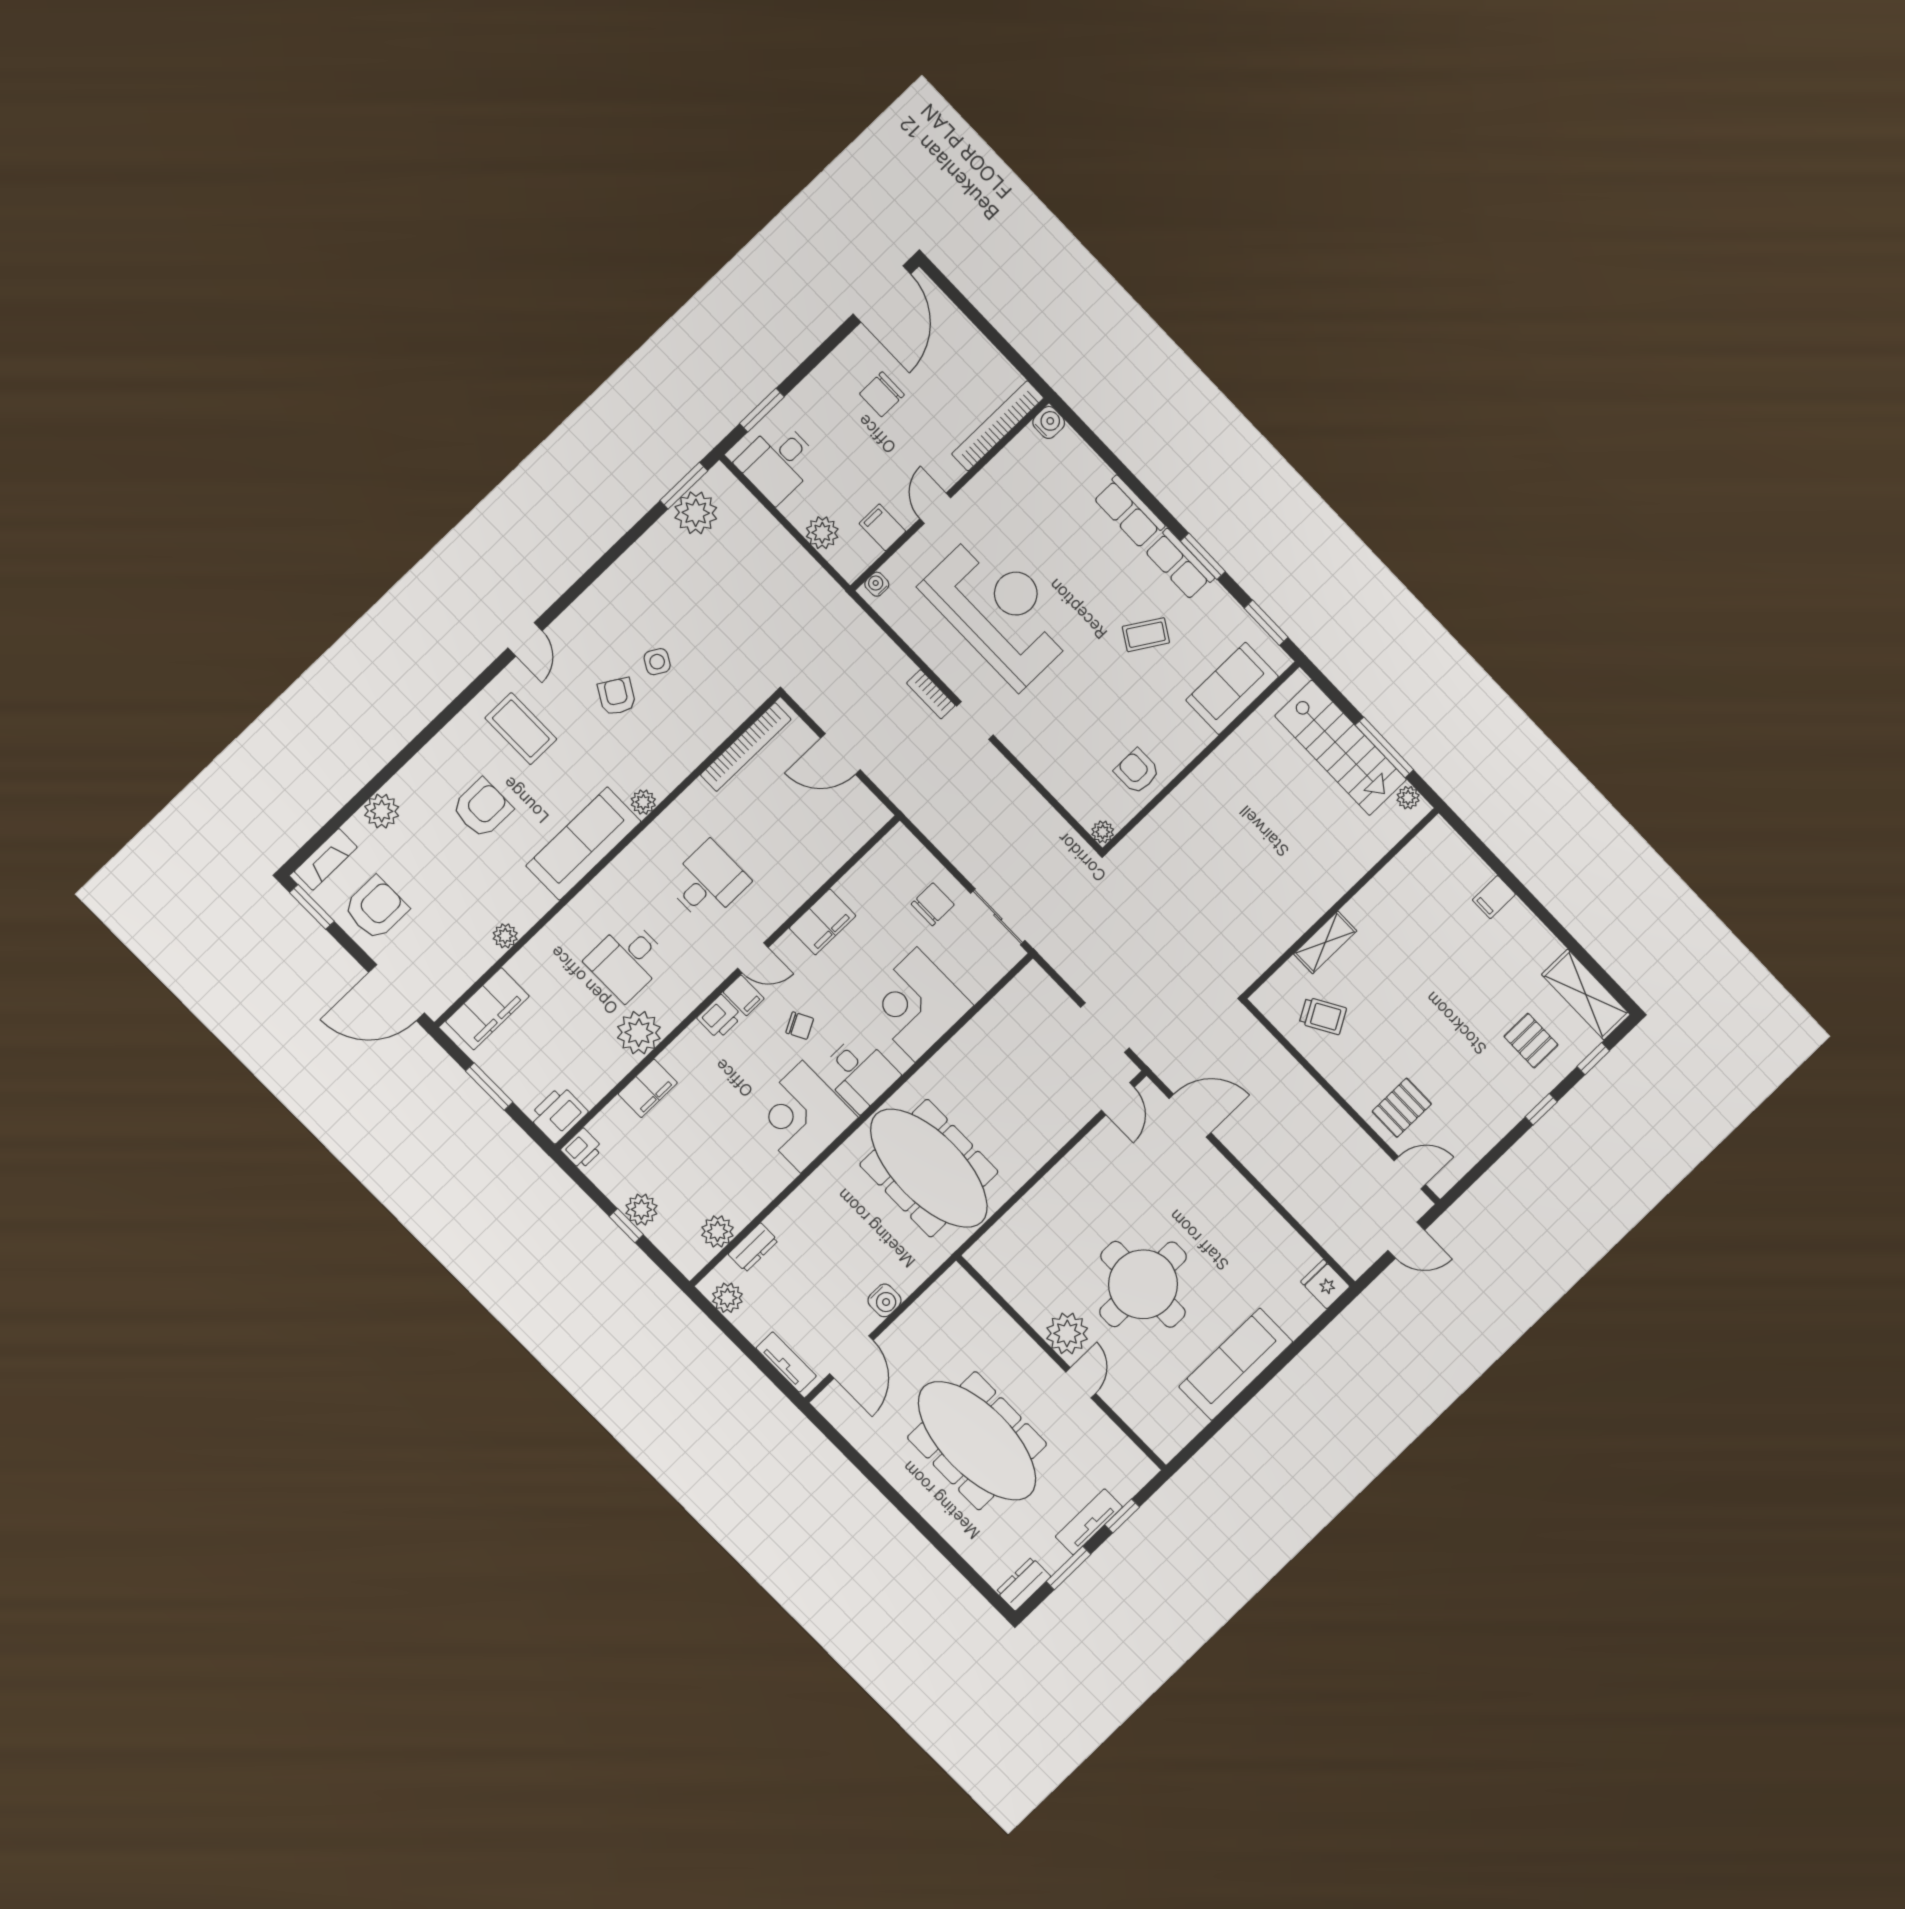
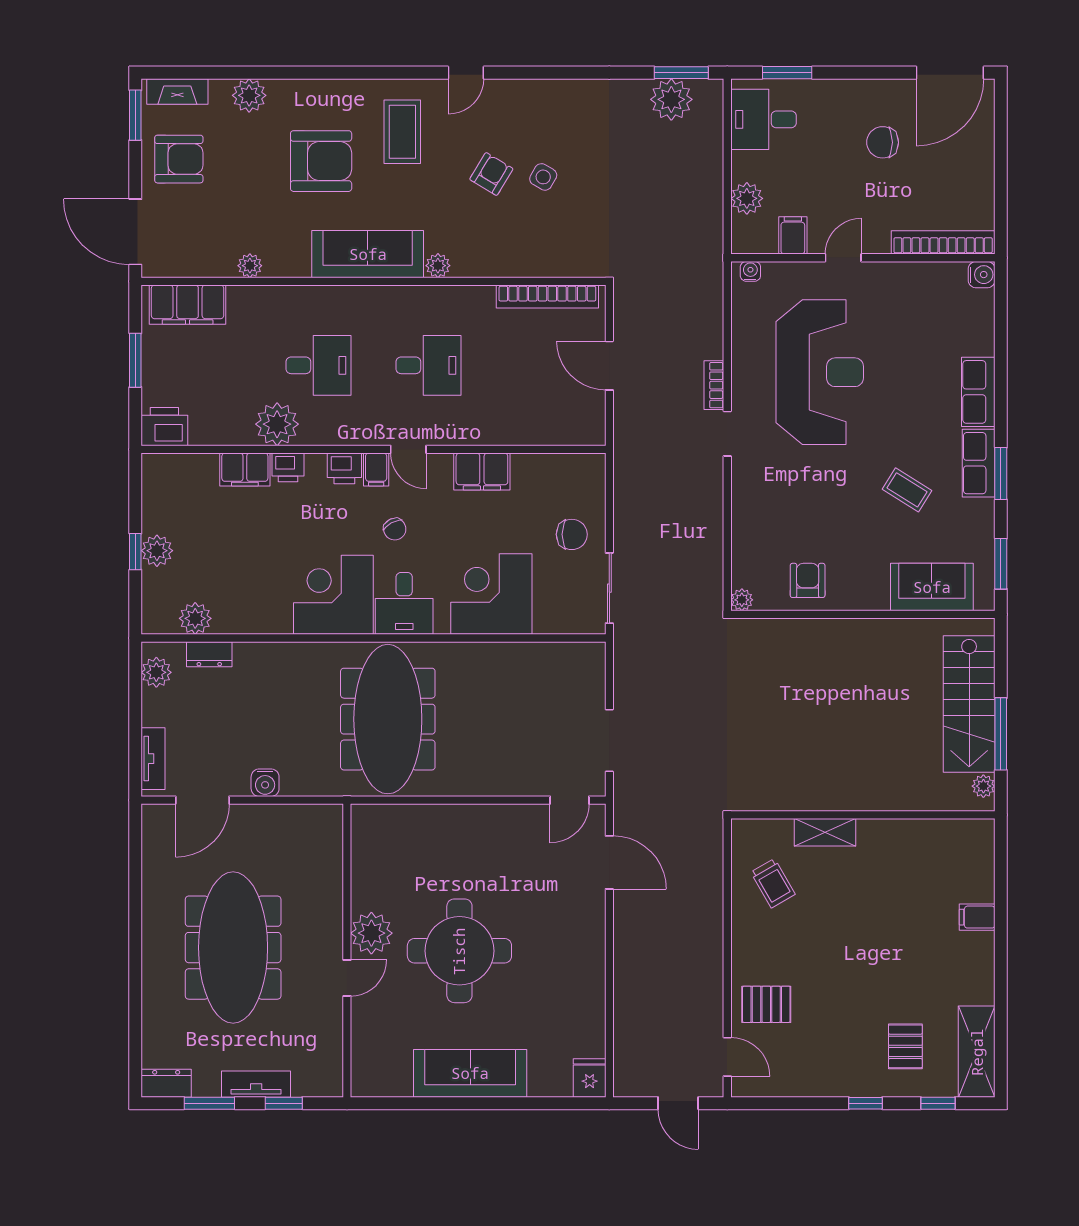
armchair: (482, 808) -> (321, 161), width x1.36, depth x1.36
desk: (627, 960) -> (318, 365), turned 180
printer: (582, 1149) -> (288, 467), moved

